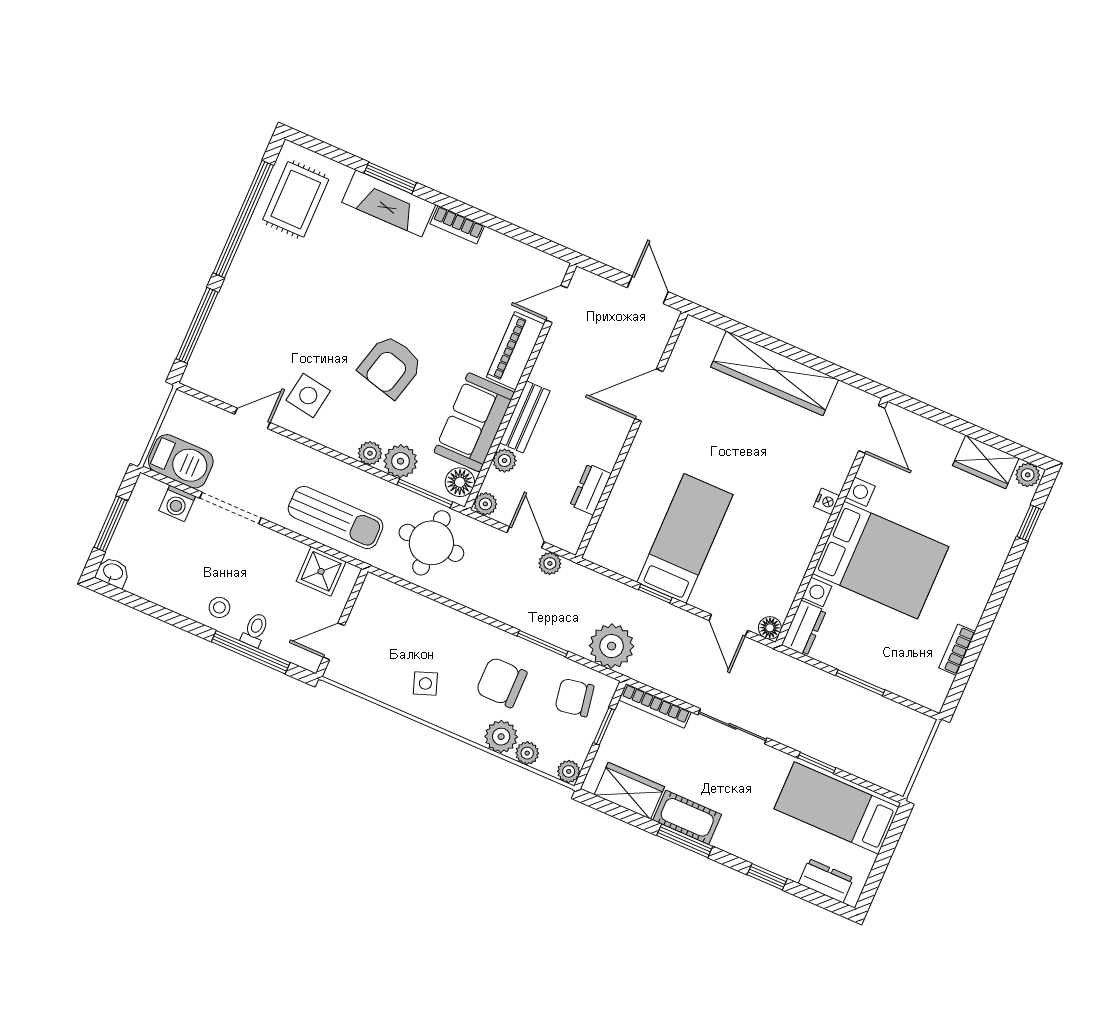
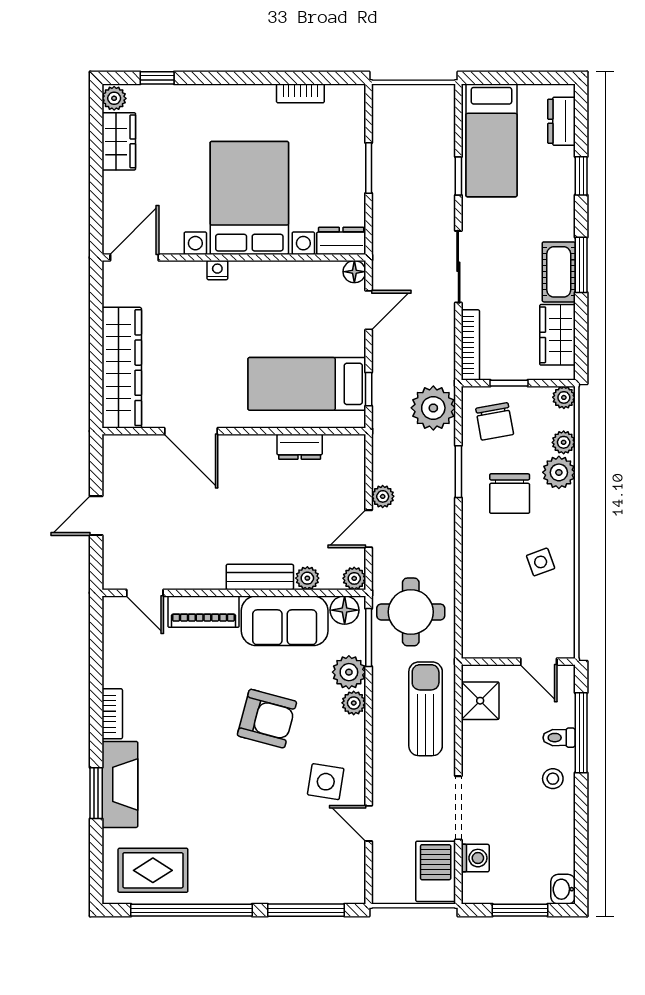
door: (649, 395) -> (191, 431), moved
wall: (632, 435) -> (234, 431), moved
dresser: (591, 489) -> (300, 447), moved

